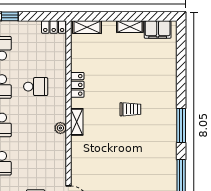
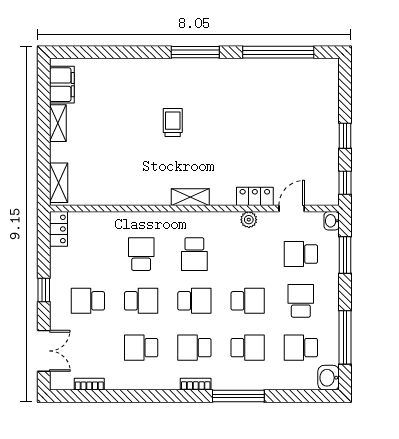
locker: (77, 85) -> (255, 196), moved
school desk: (36, 125) -> (194, 254), added
plant: (60, 128) -> (249, 220), moved

